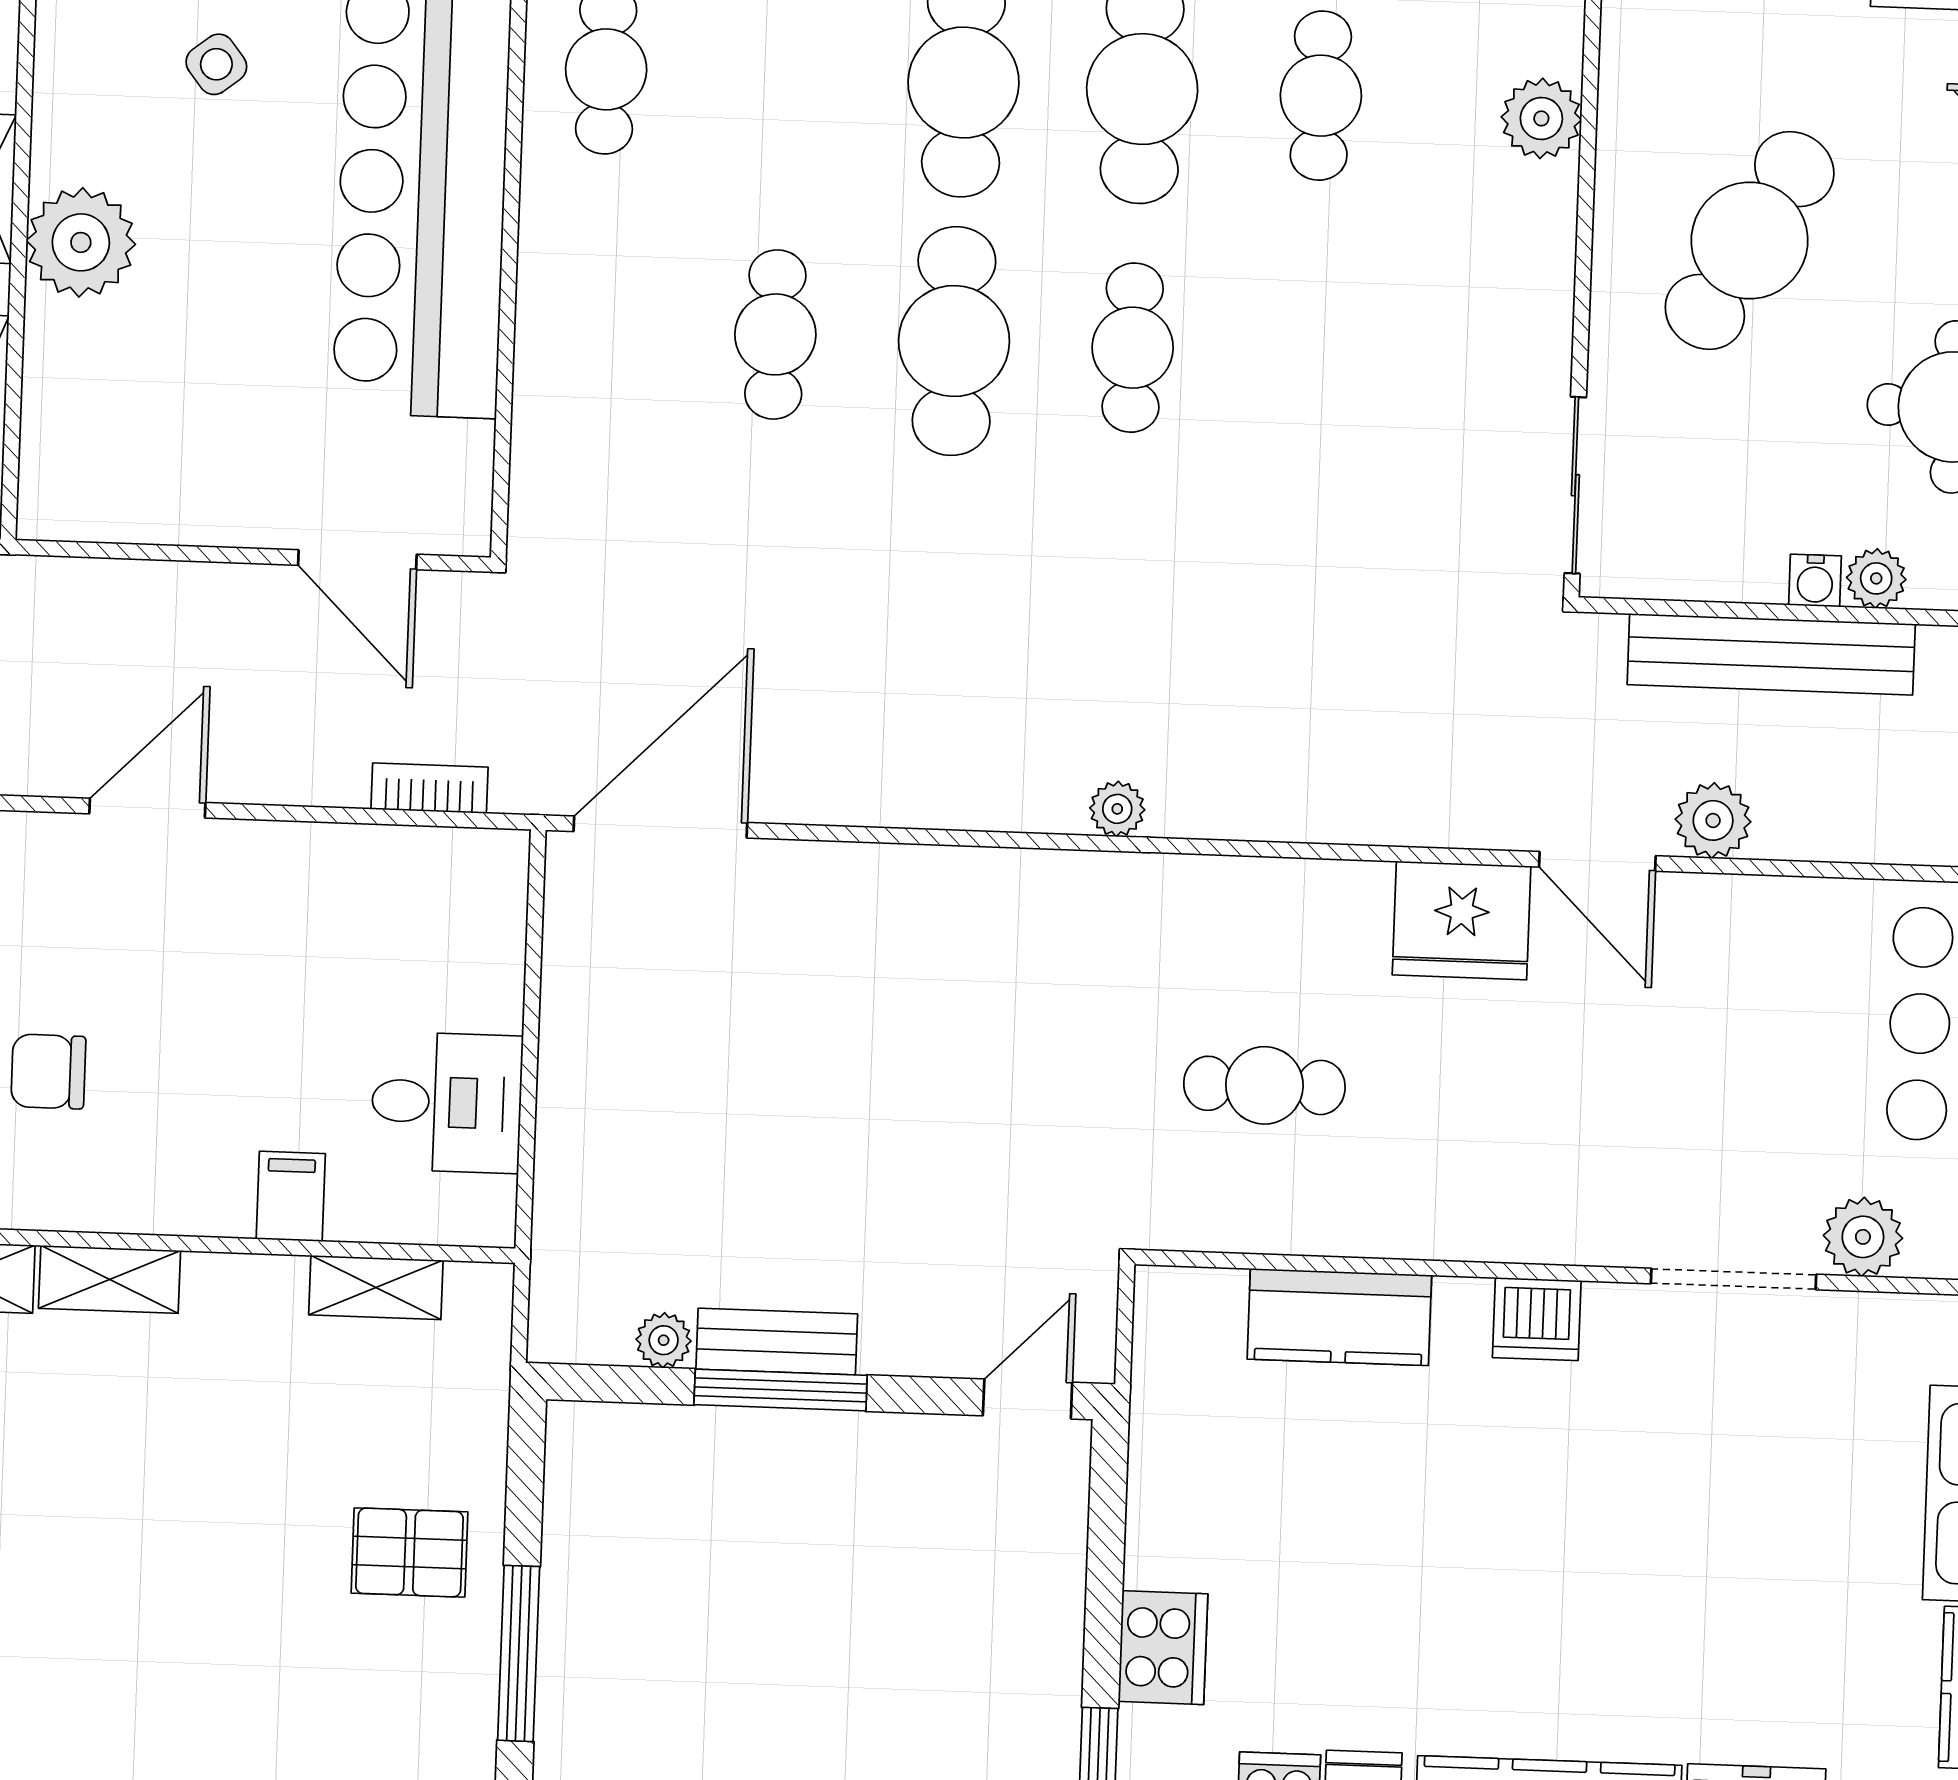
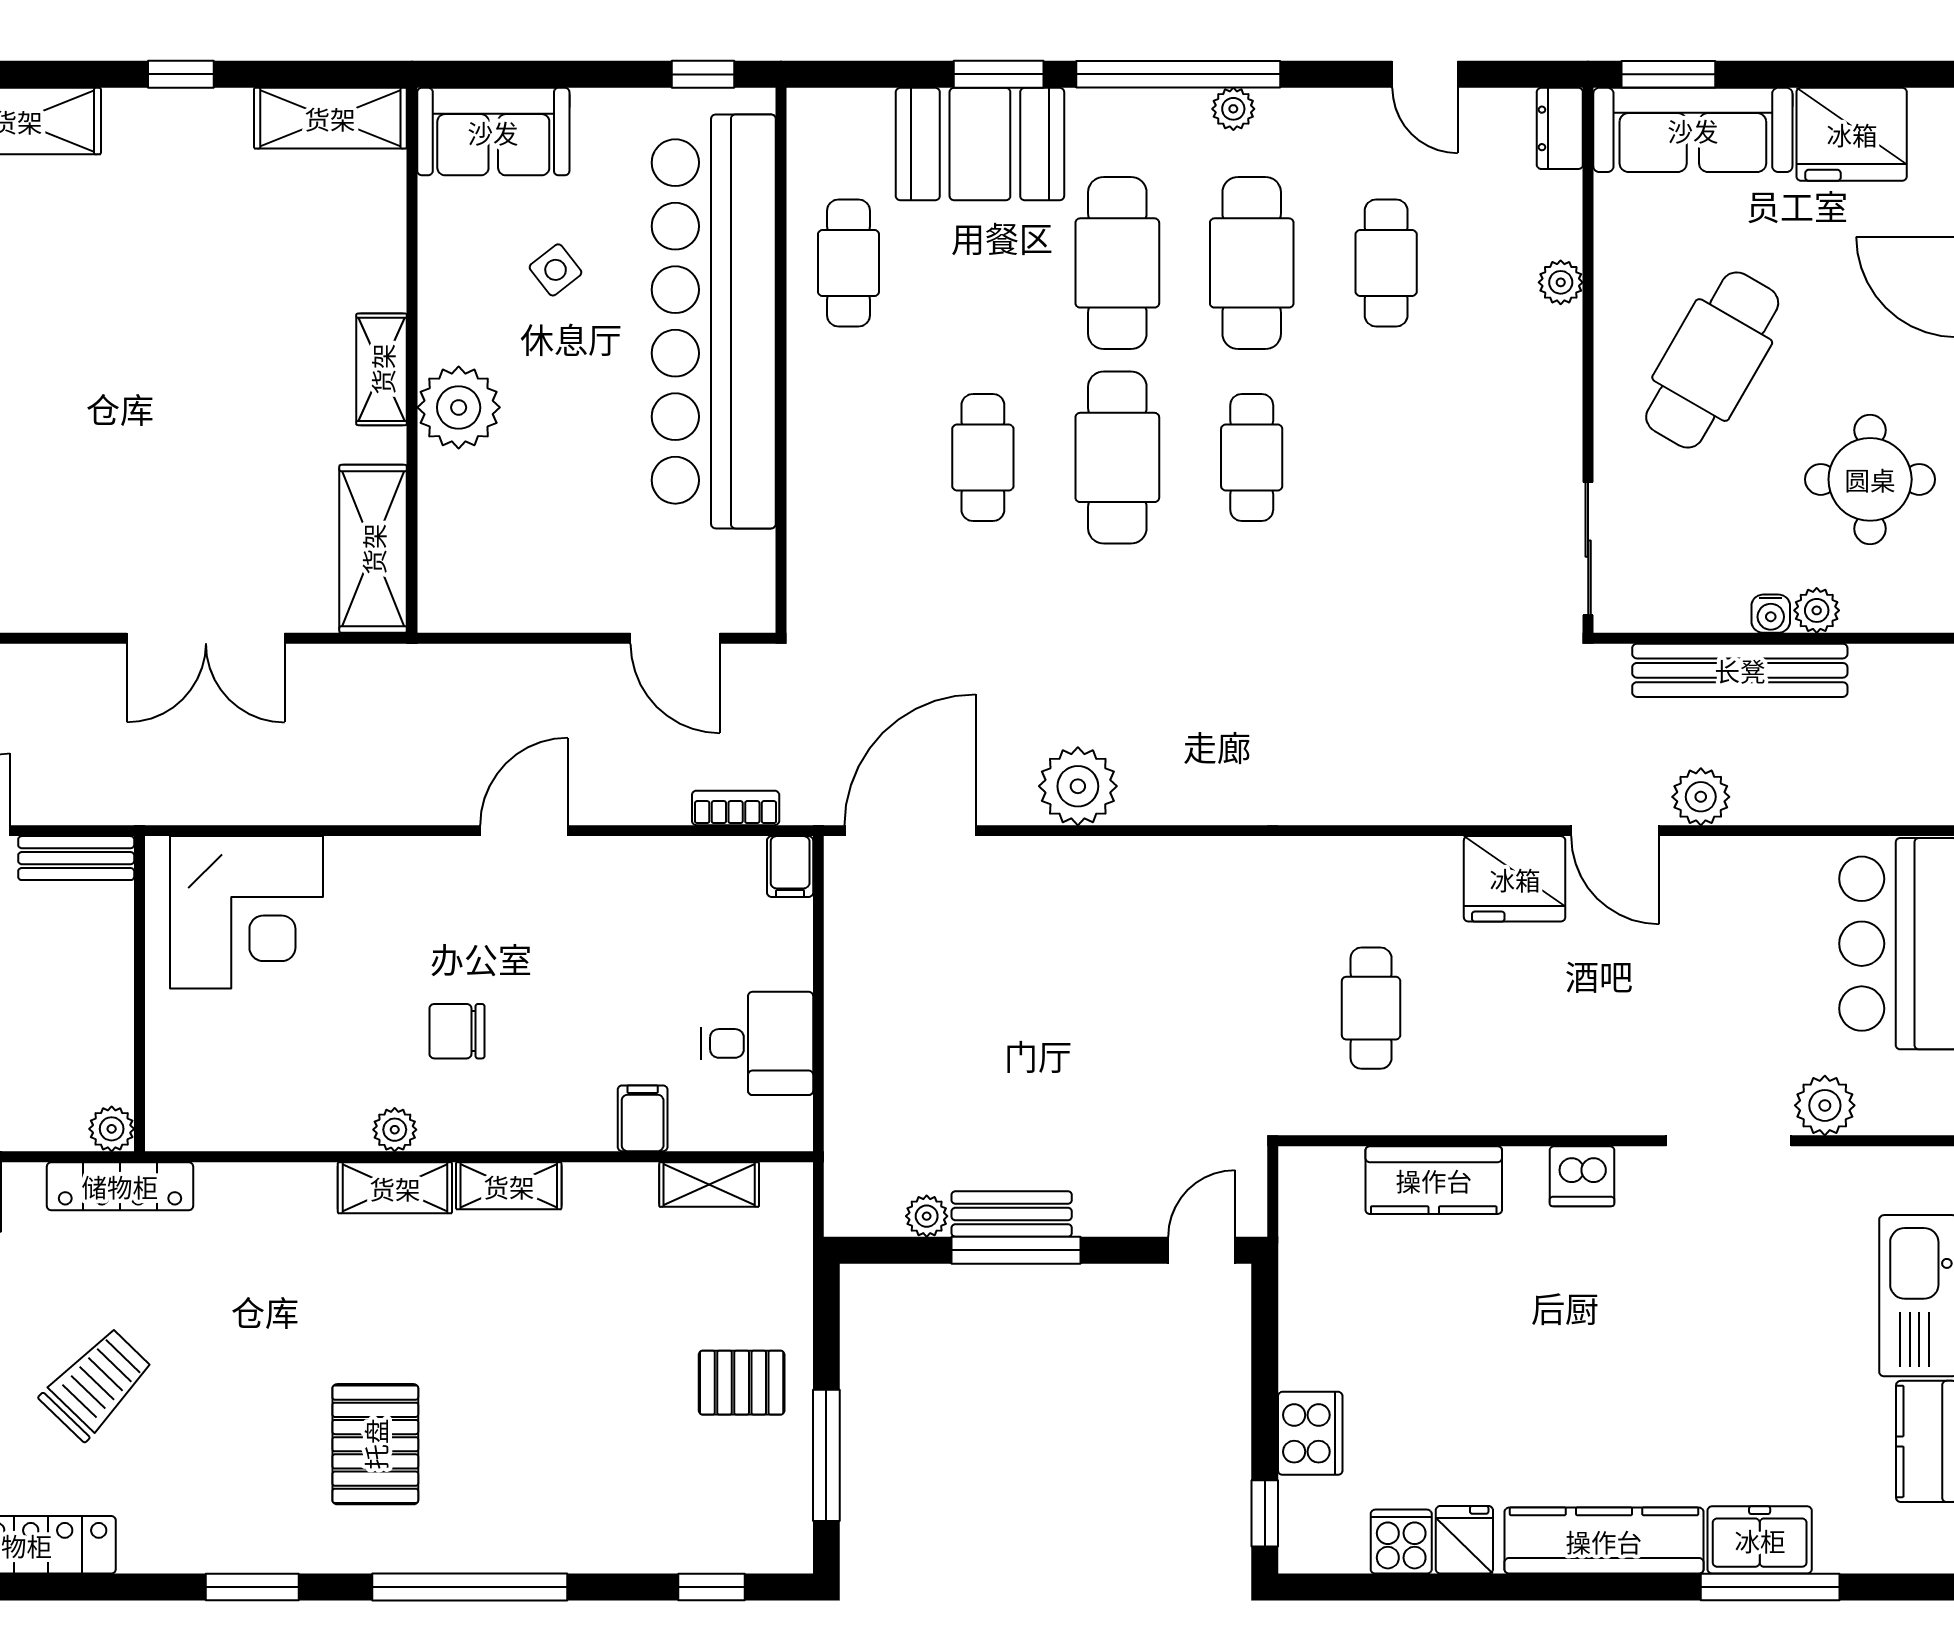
plant: (1541, 118) -> (1561, 282), width x0.73, depth x0.73
plant: (1117, 809) -> (1078, 786), moved, width x1.88, depth x1.88
filing cabinet: (499, 869) -> (790, 867), added
cafe table: (1264, 1085) -> (1371, 1008), turned 90

